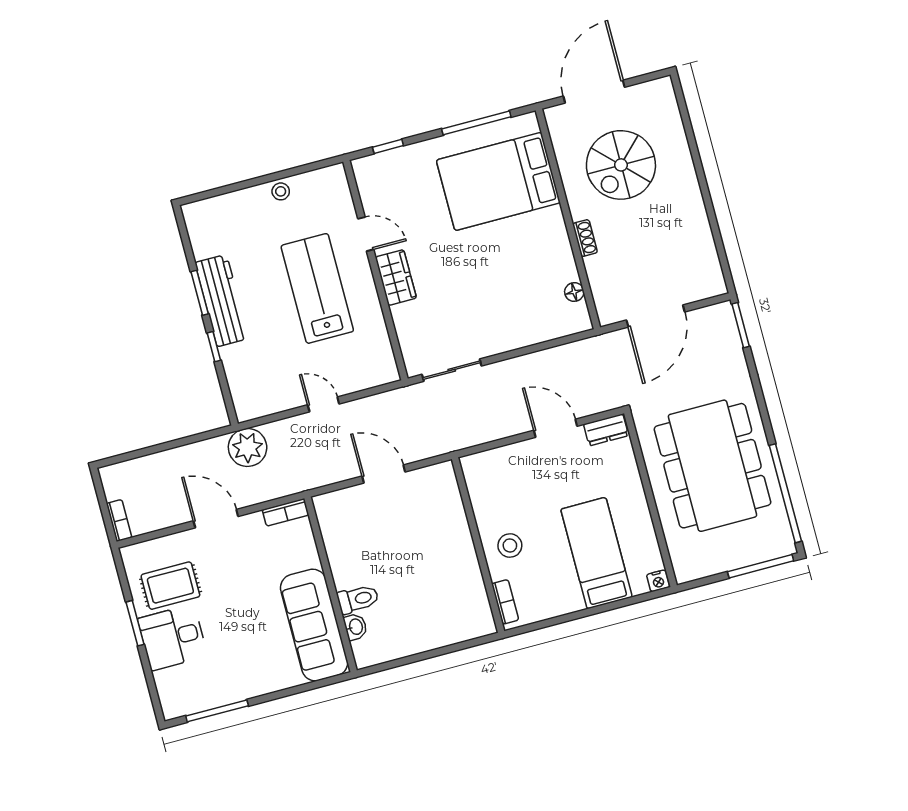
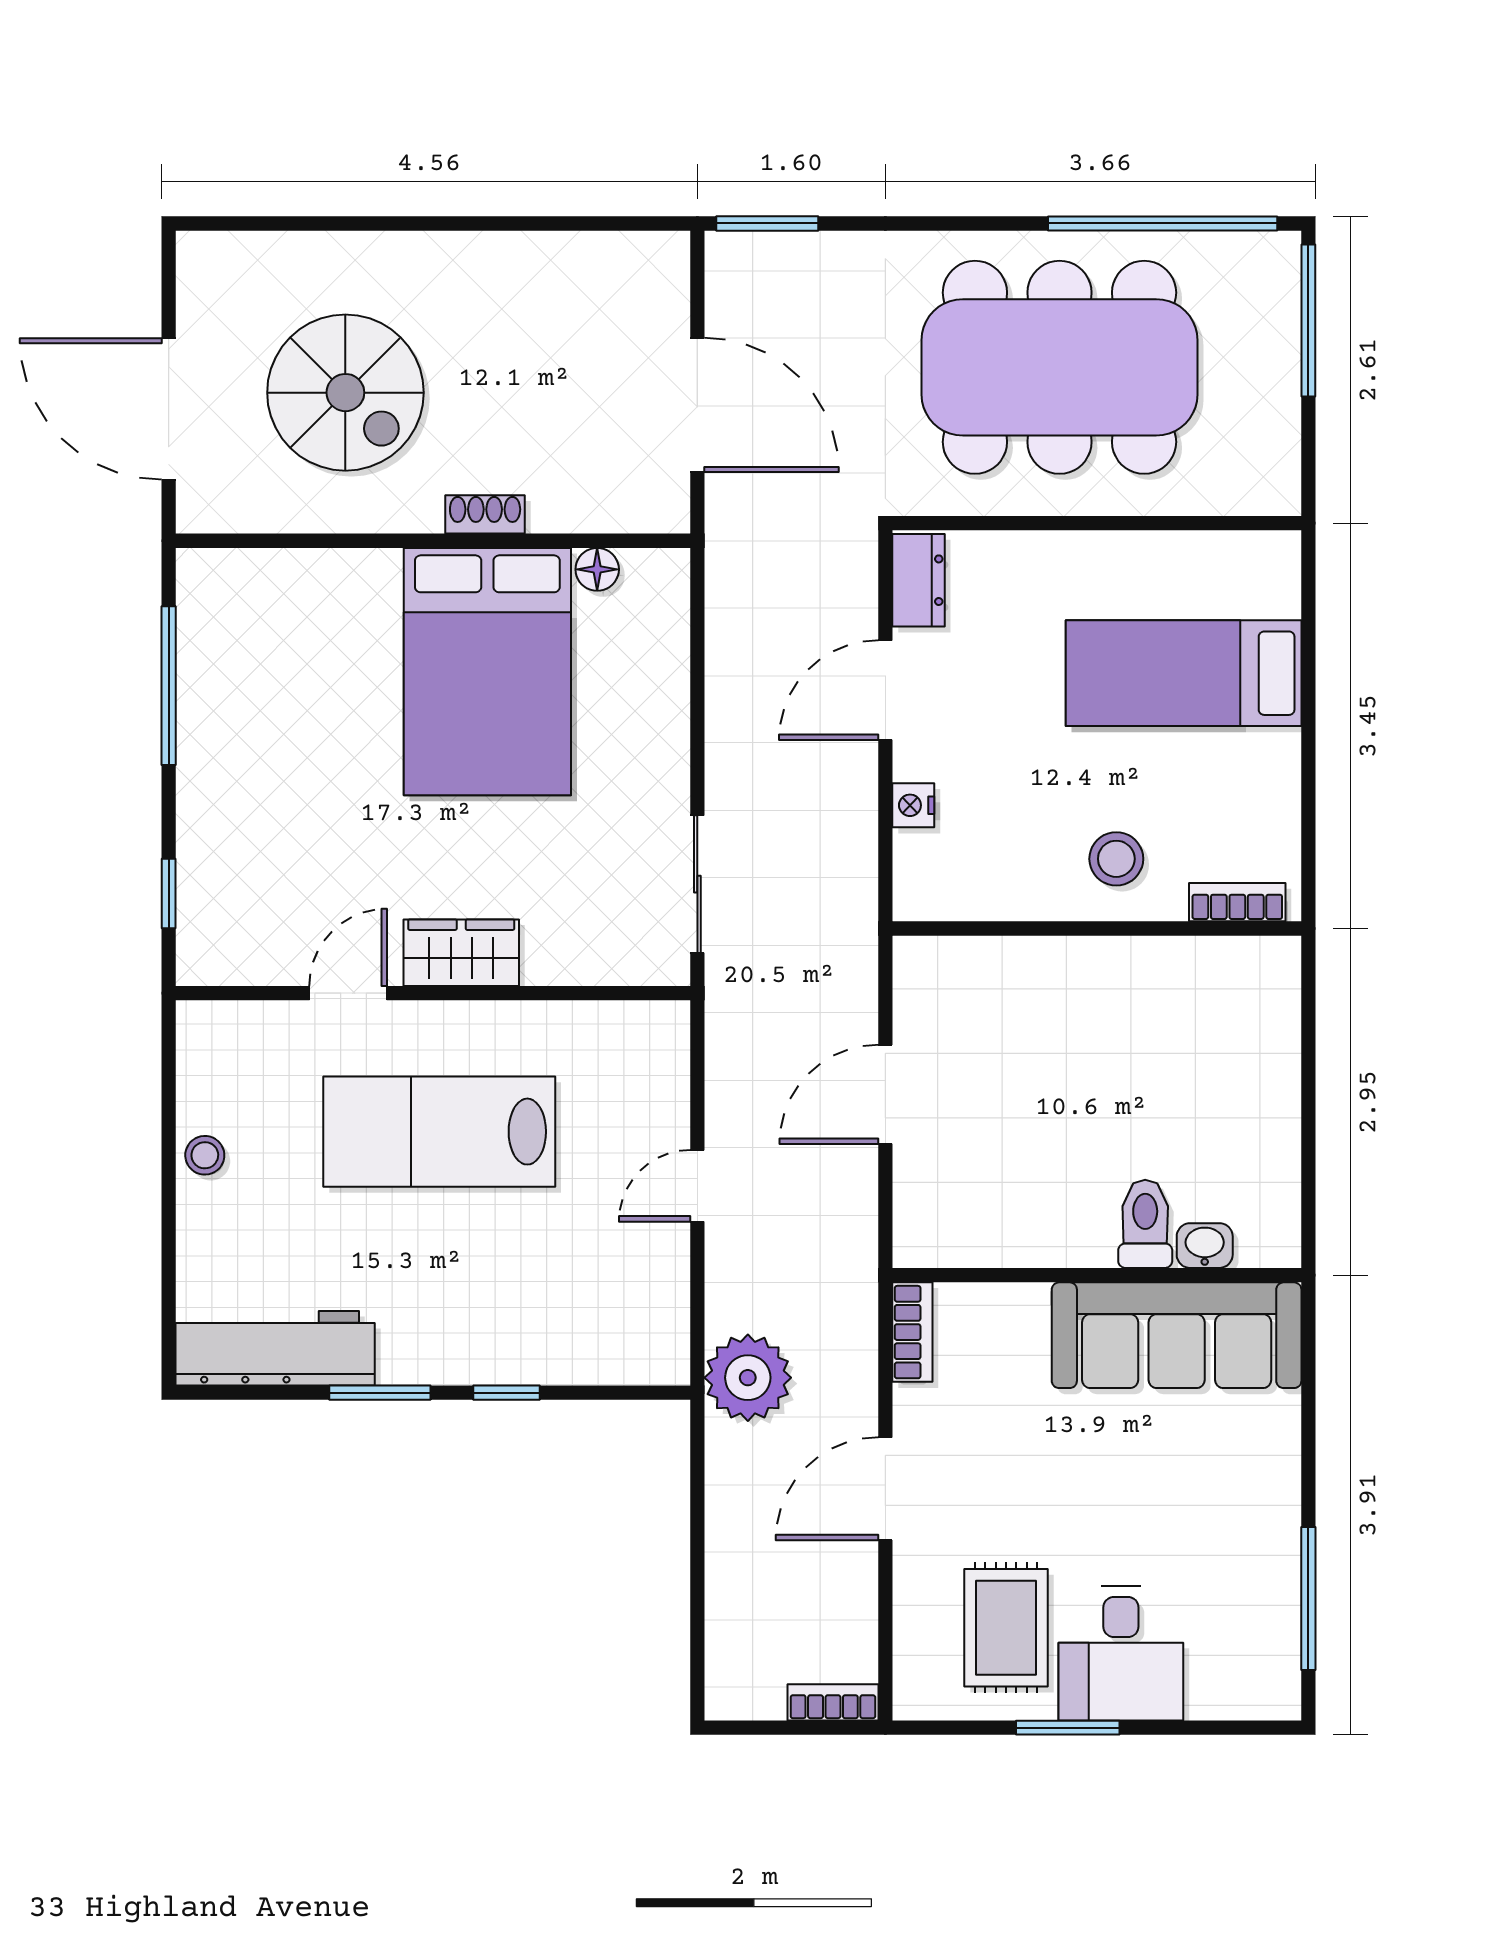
bed: (498, 181) -> (487, 672), moved
workbench: (222, 301) -> (275, 1348), moved
nightstand: (658, 581) -> (913, 805), moved, turned 180

